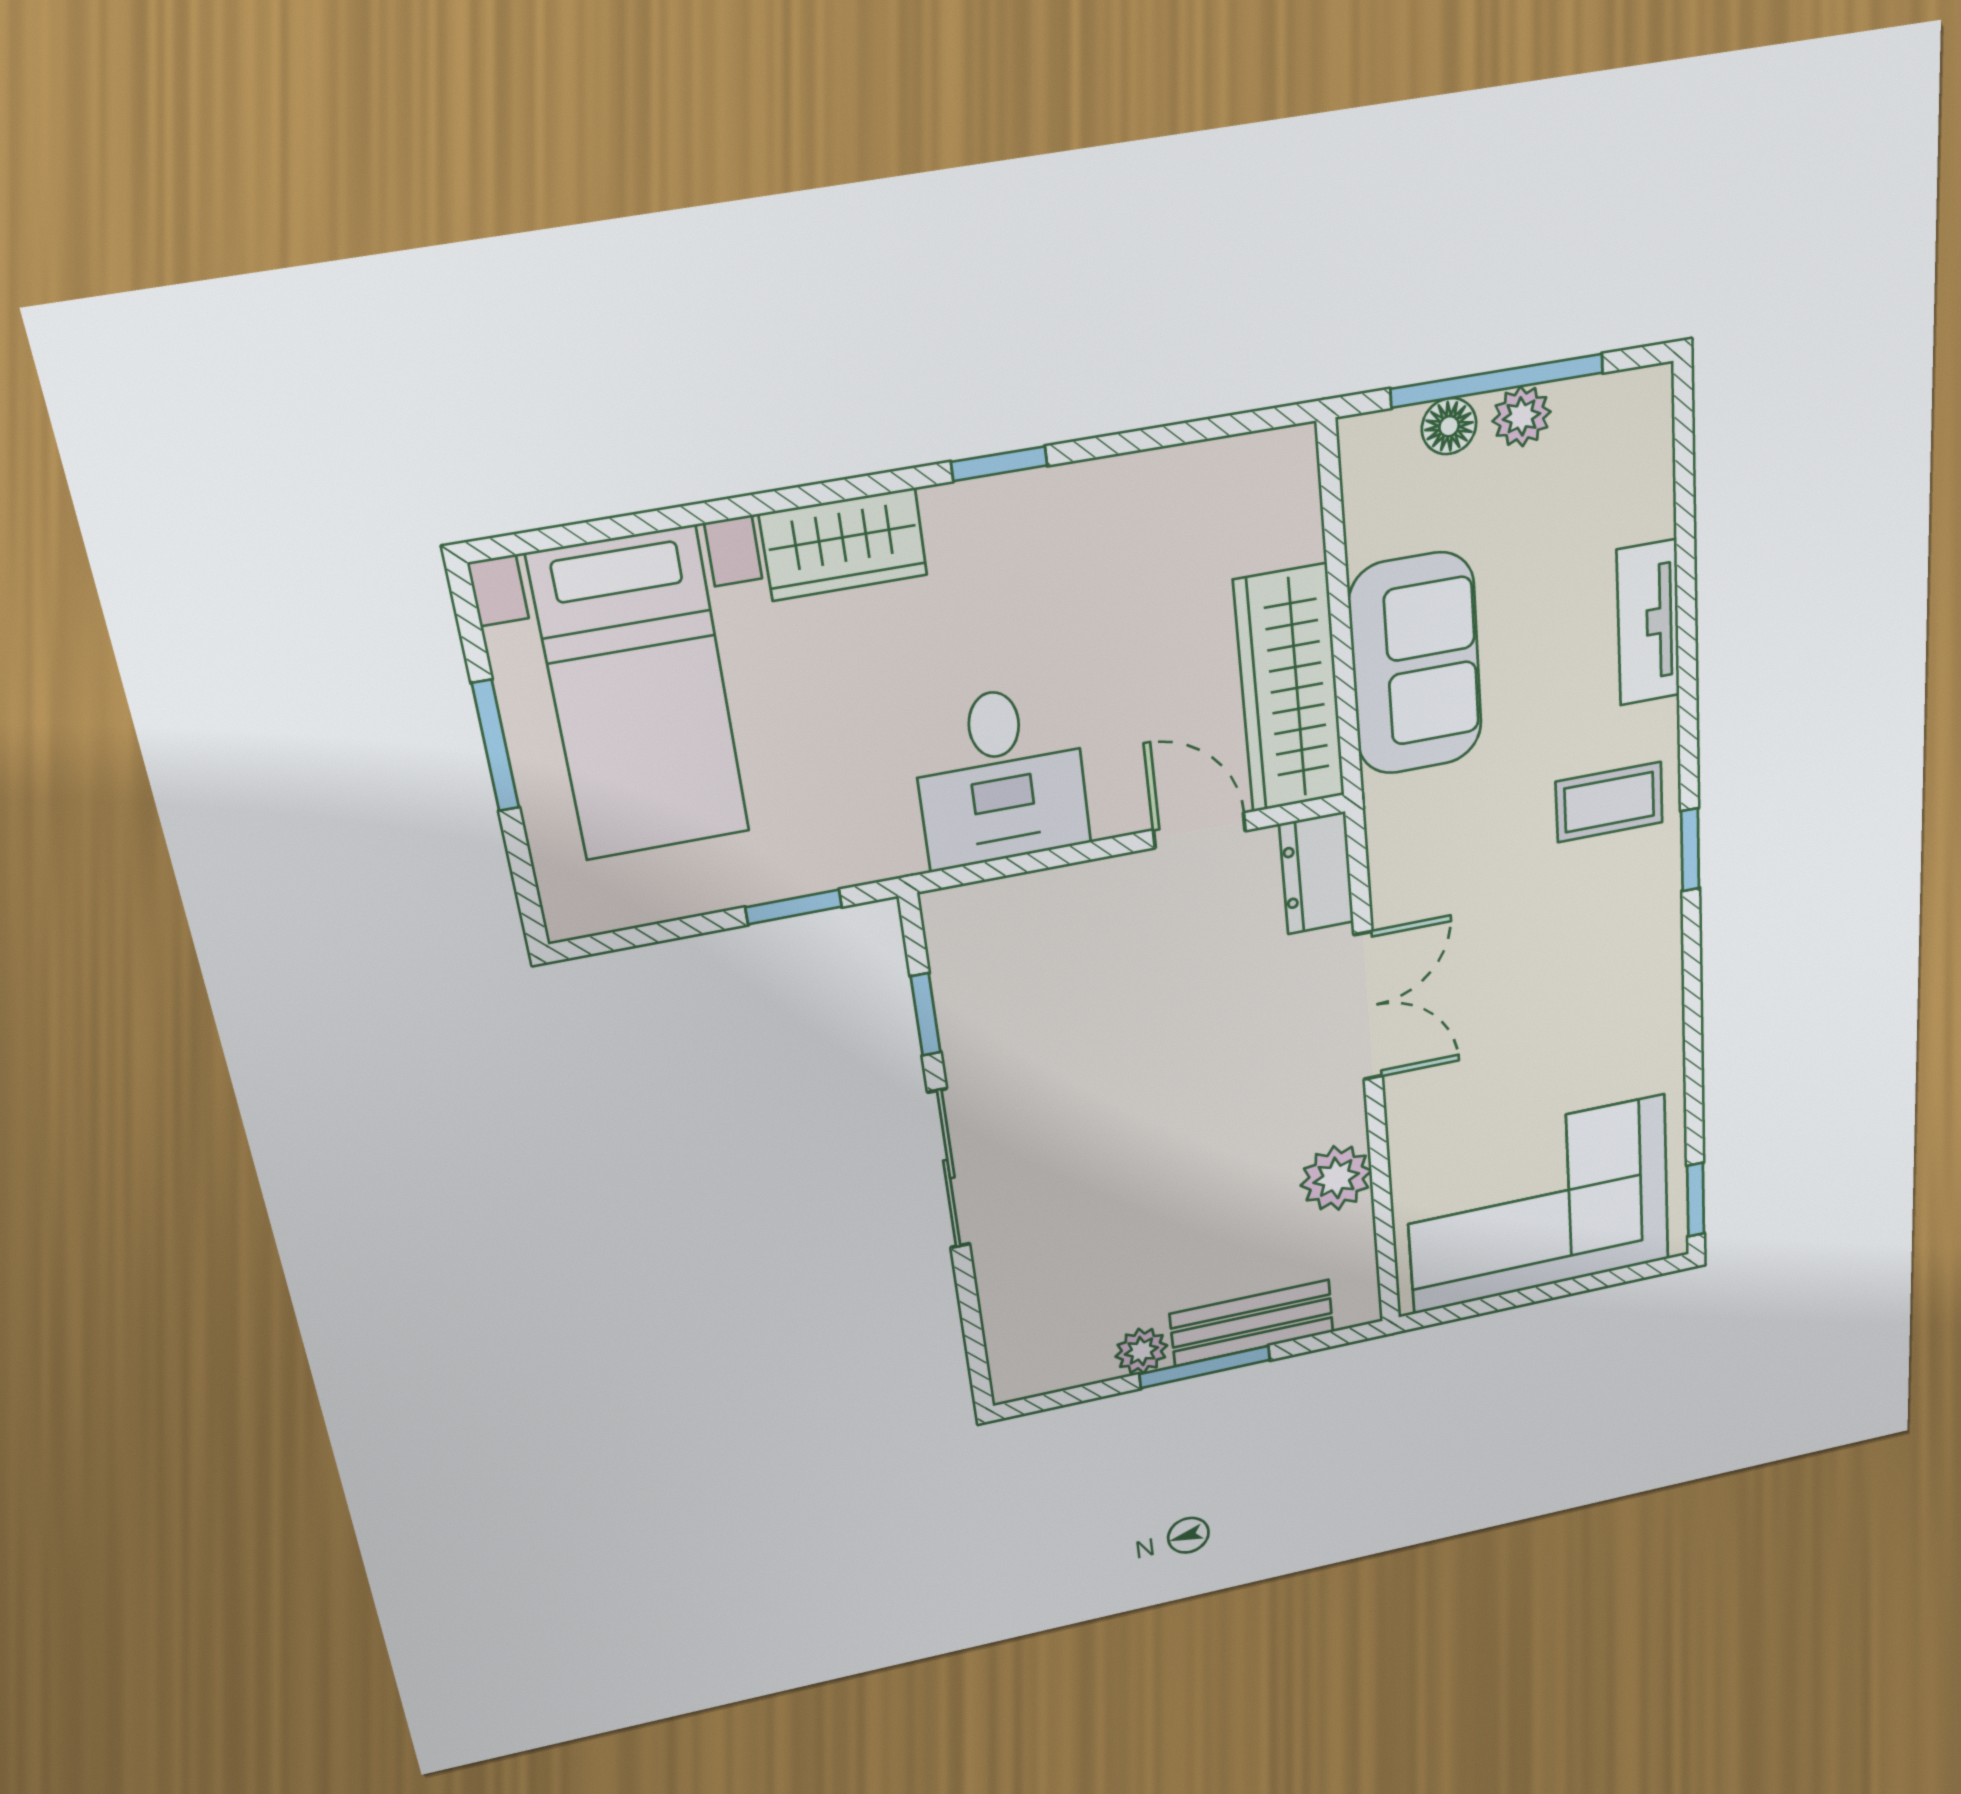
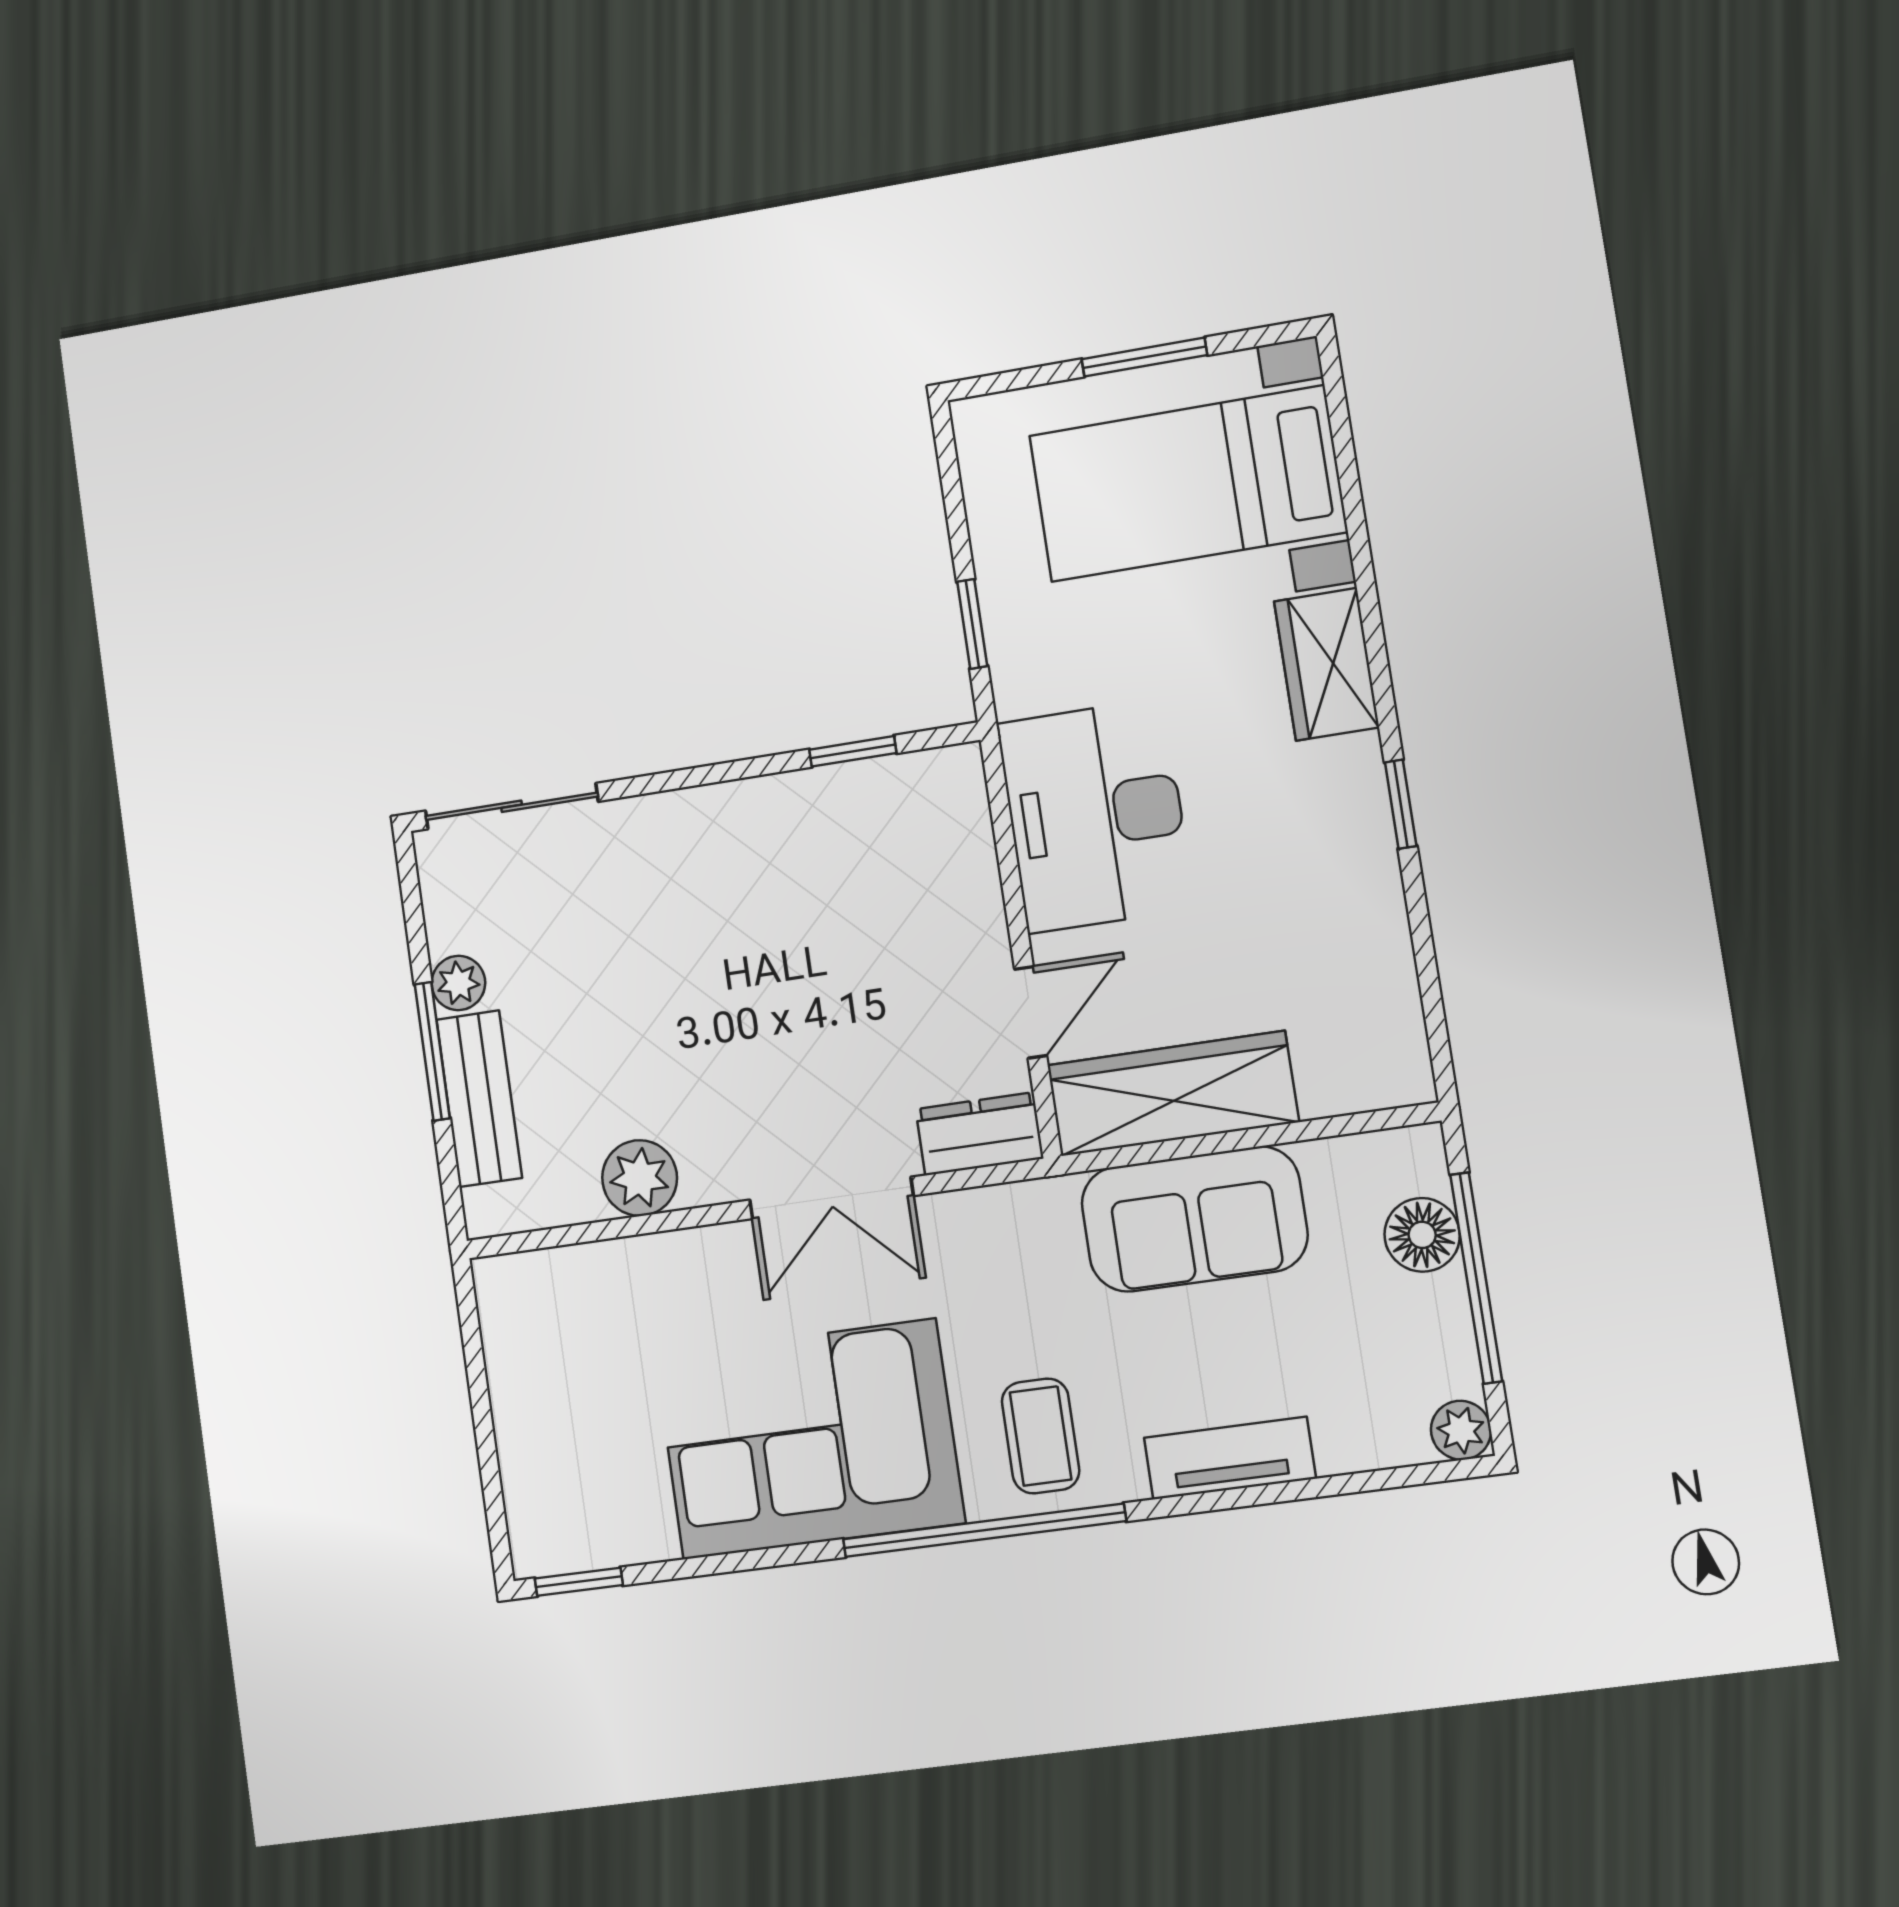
plant: (1522, 416) -> (1461, 1430), moved
floor lamp: (1449, 426) -> (1422, 1235), width x1.37, depth x1.37
desk: (1001, 776) -> (1095, 816), width x1.37
window: (1690, 850) -> (984, 1530), width x3.17
sliding door: (949, 1169) -> (512, 806), moved
corner sofa: (1538, 1205) -> (809, 1439), moved, turned -90

